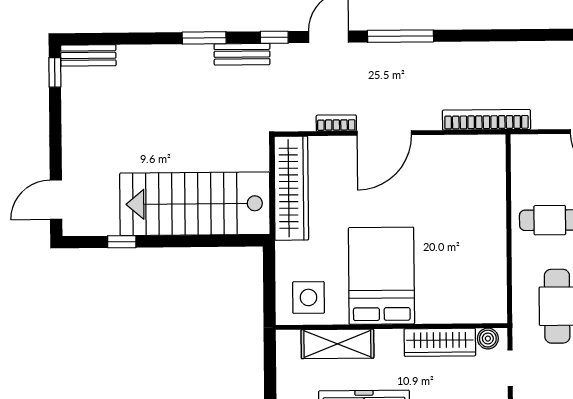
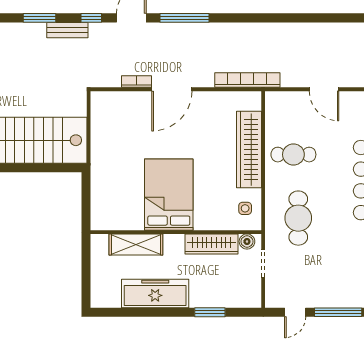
wardrobe: (291, 188) -> (249, 150), moved, turned 180
side table: (309, 297) -> (245, 208), moved, width x0.54, depth x0.54

